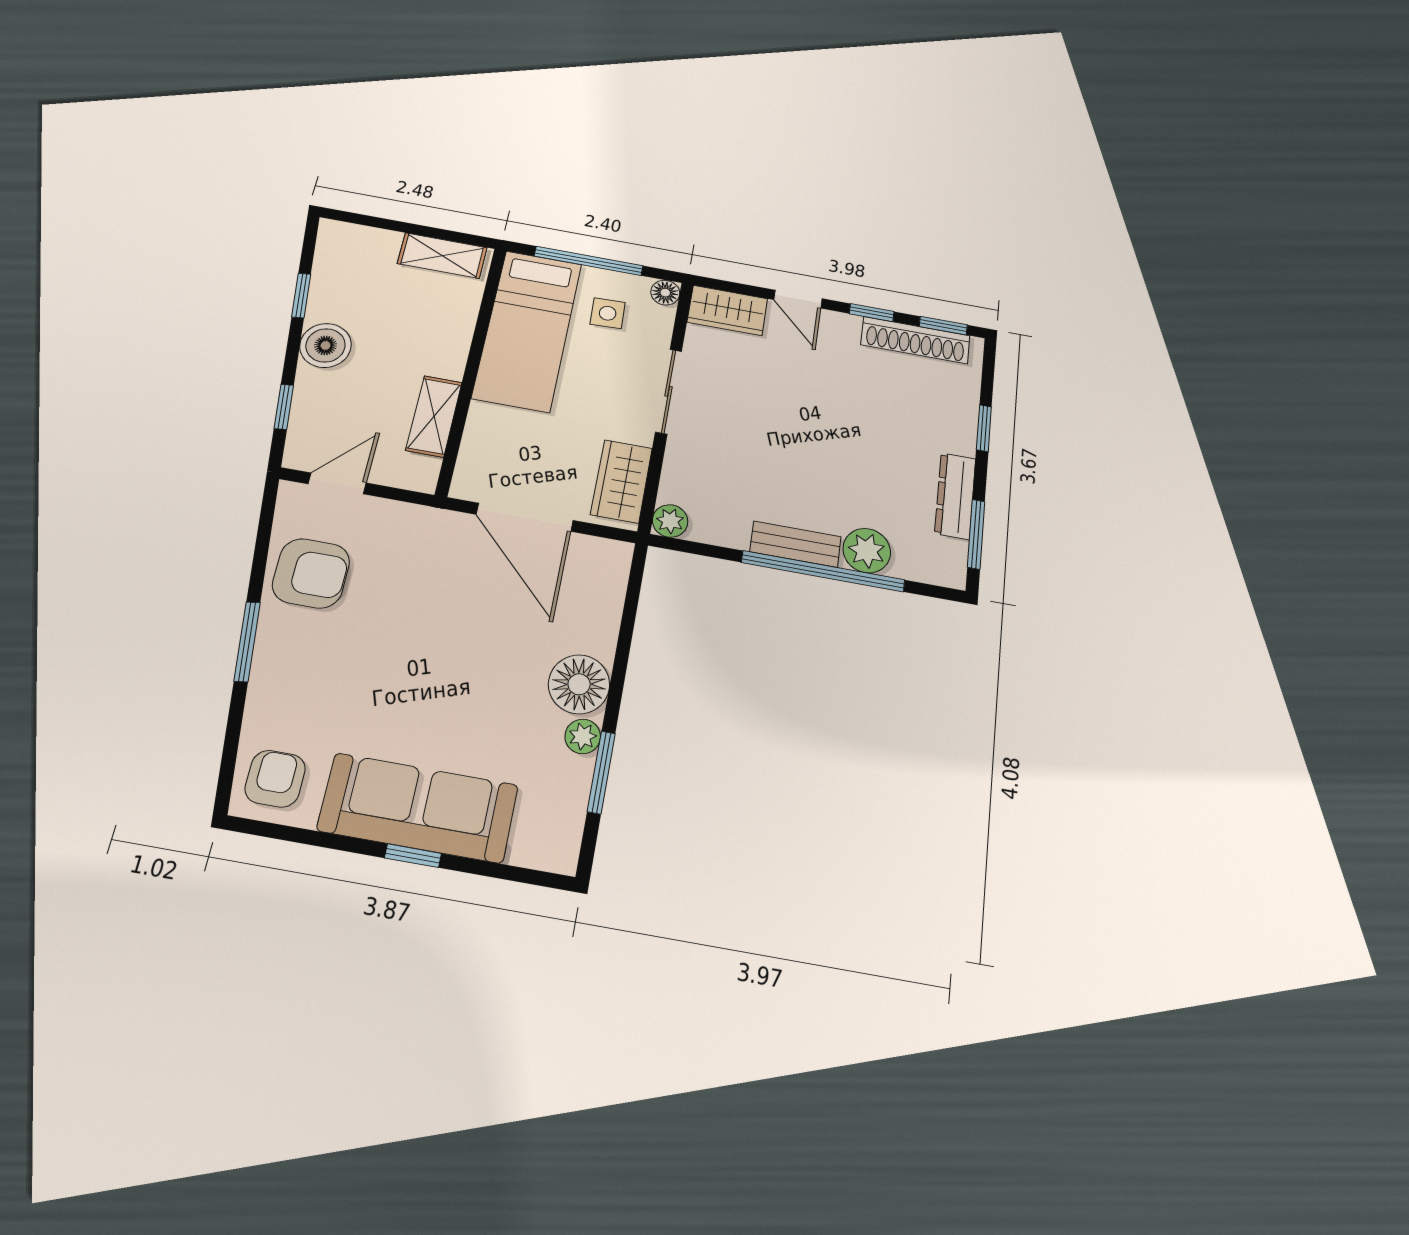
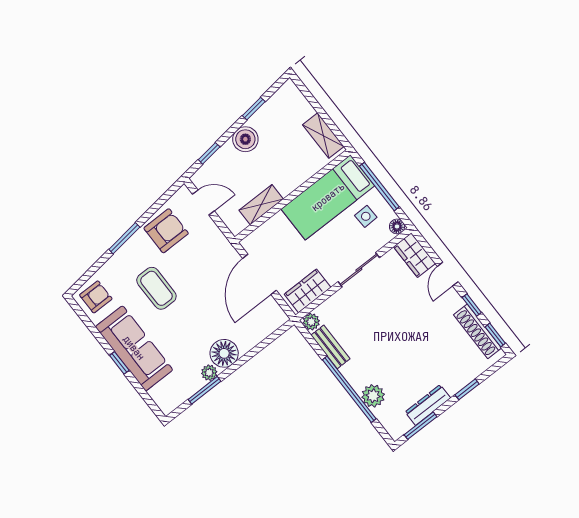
bench: (795, 544) -> (330, 347), moved
armchair: (311, 573) -> (166, 231), turned -90
coffee table: (372, 676) -> (156, 288), added

